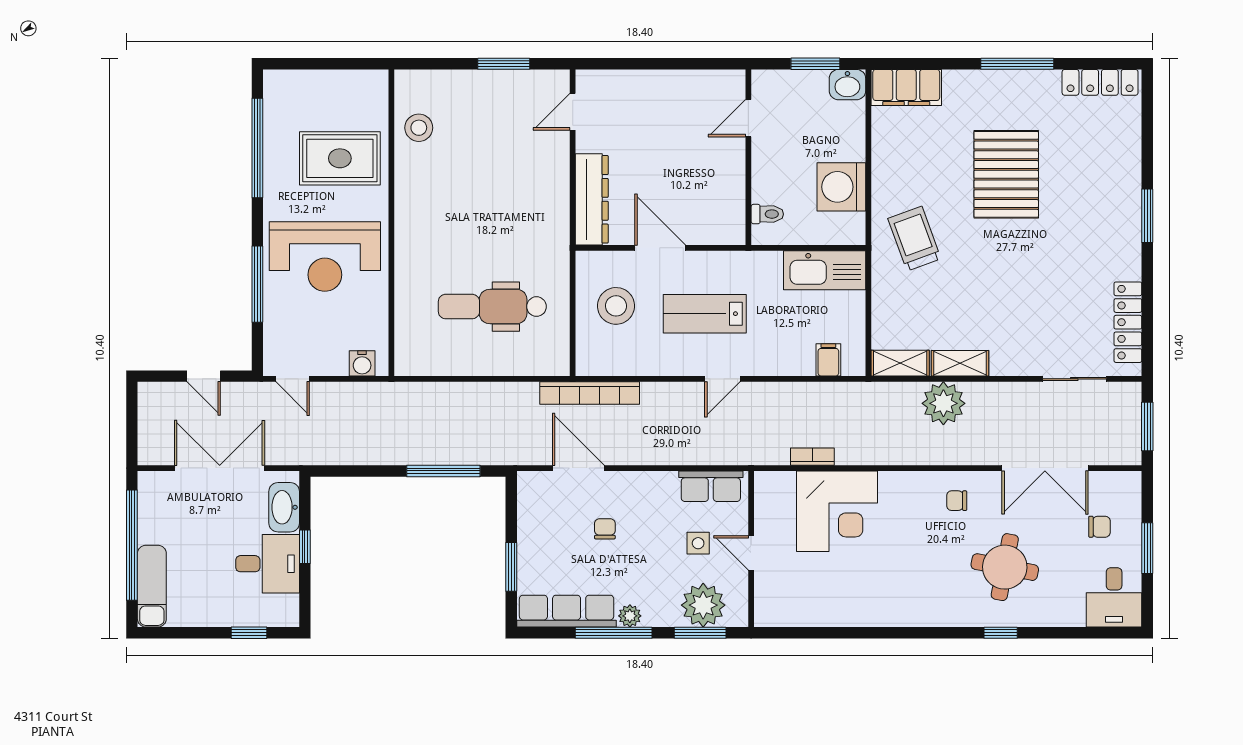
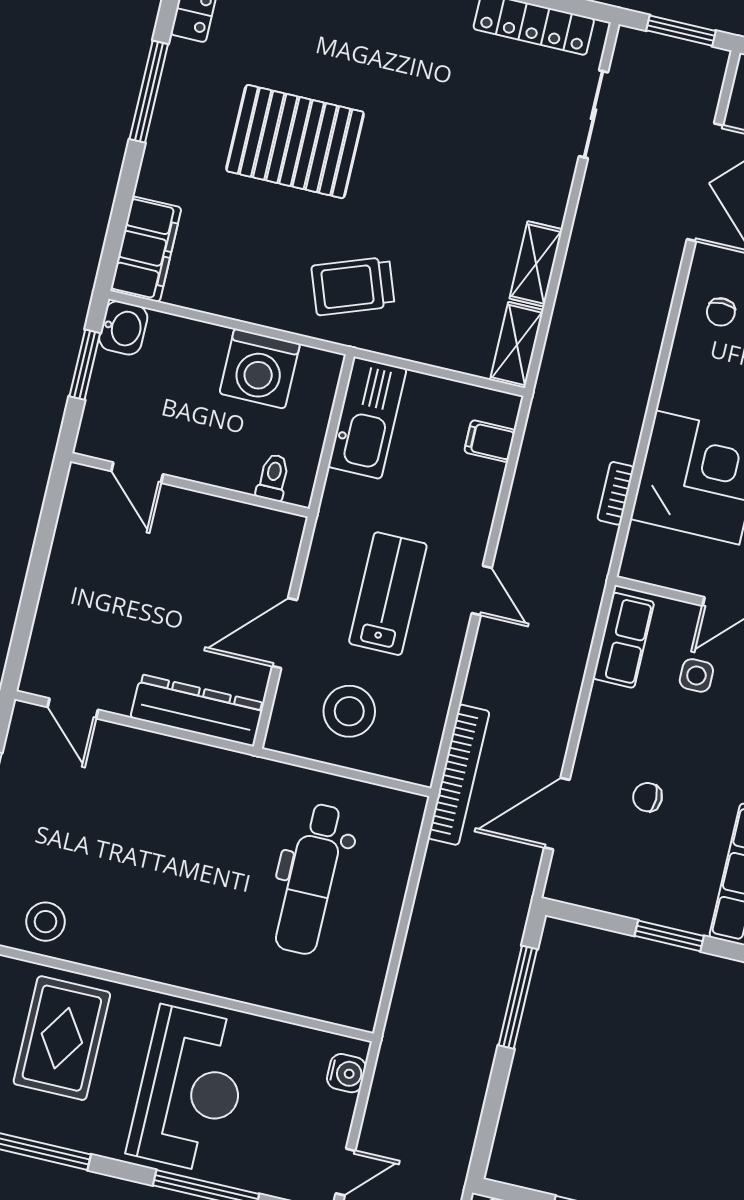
lab bench: (705, 314) -> (388, 594), turned 180
plant: (943, 403) -> (585, 299), removed

